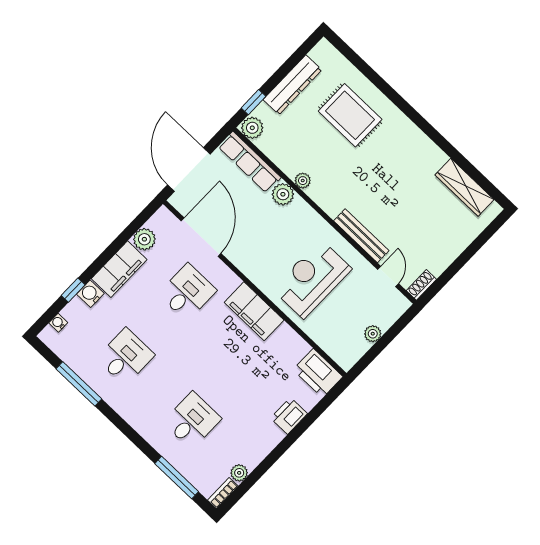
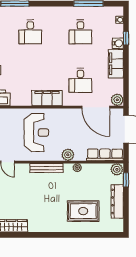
plant: (283, 194) -> (68, 155), moved
bench: (361, 236) -> (46, 168), moved
plant: (144, 239) -> (117, 100), moved

